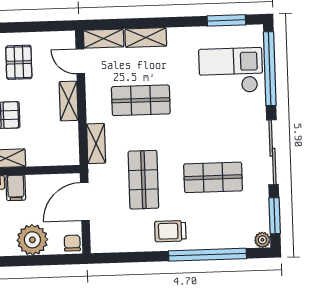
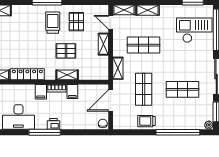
trolley: (170, 231) -> (146, 121), moved
plant: (32, 240) -> (81, 121), removed

